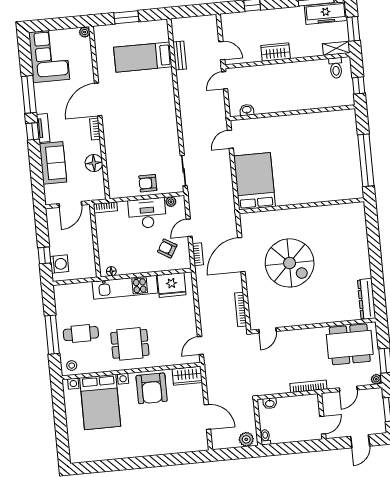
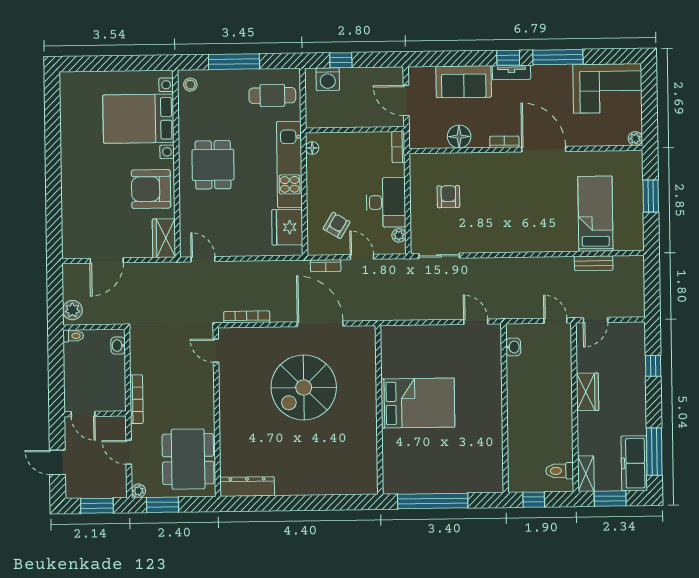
bed: (254, 181) -> (418, 403), moved
armchair: (148, 183) -> (448, 197), moved
cafe table: (81, 334) -> (272, 95), moved, turned 90

